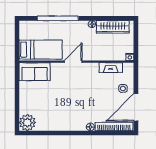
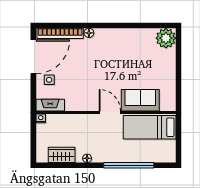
wardrobe: (113, 27) -> (62, 155), width x0.67
door: (73, 62) -> (110, 113), swing flipped
fireplace: (111, 68) -> (50, 105), moved
sofa: (35, 72) -> (140, 100), moved

